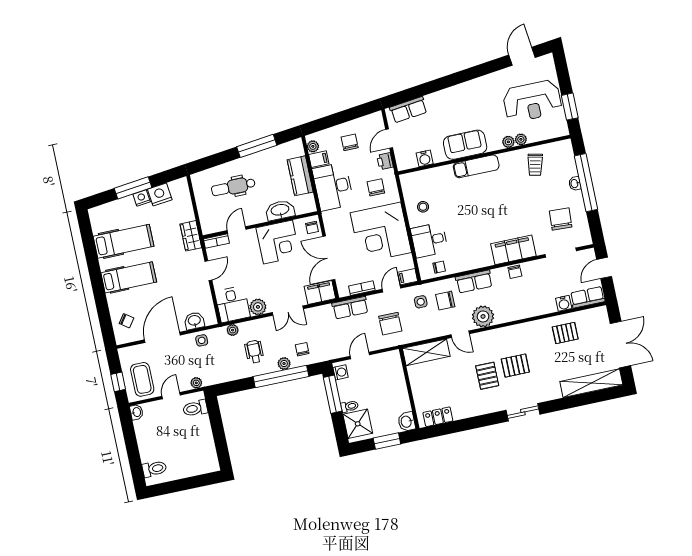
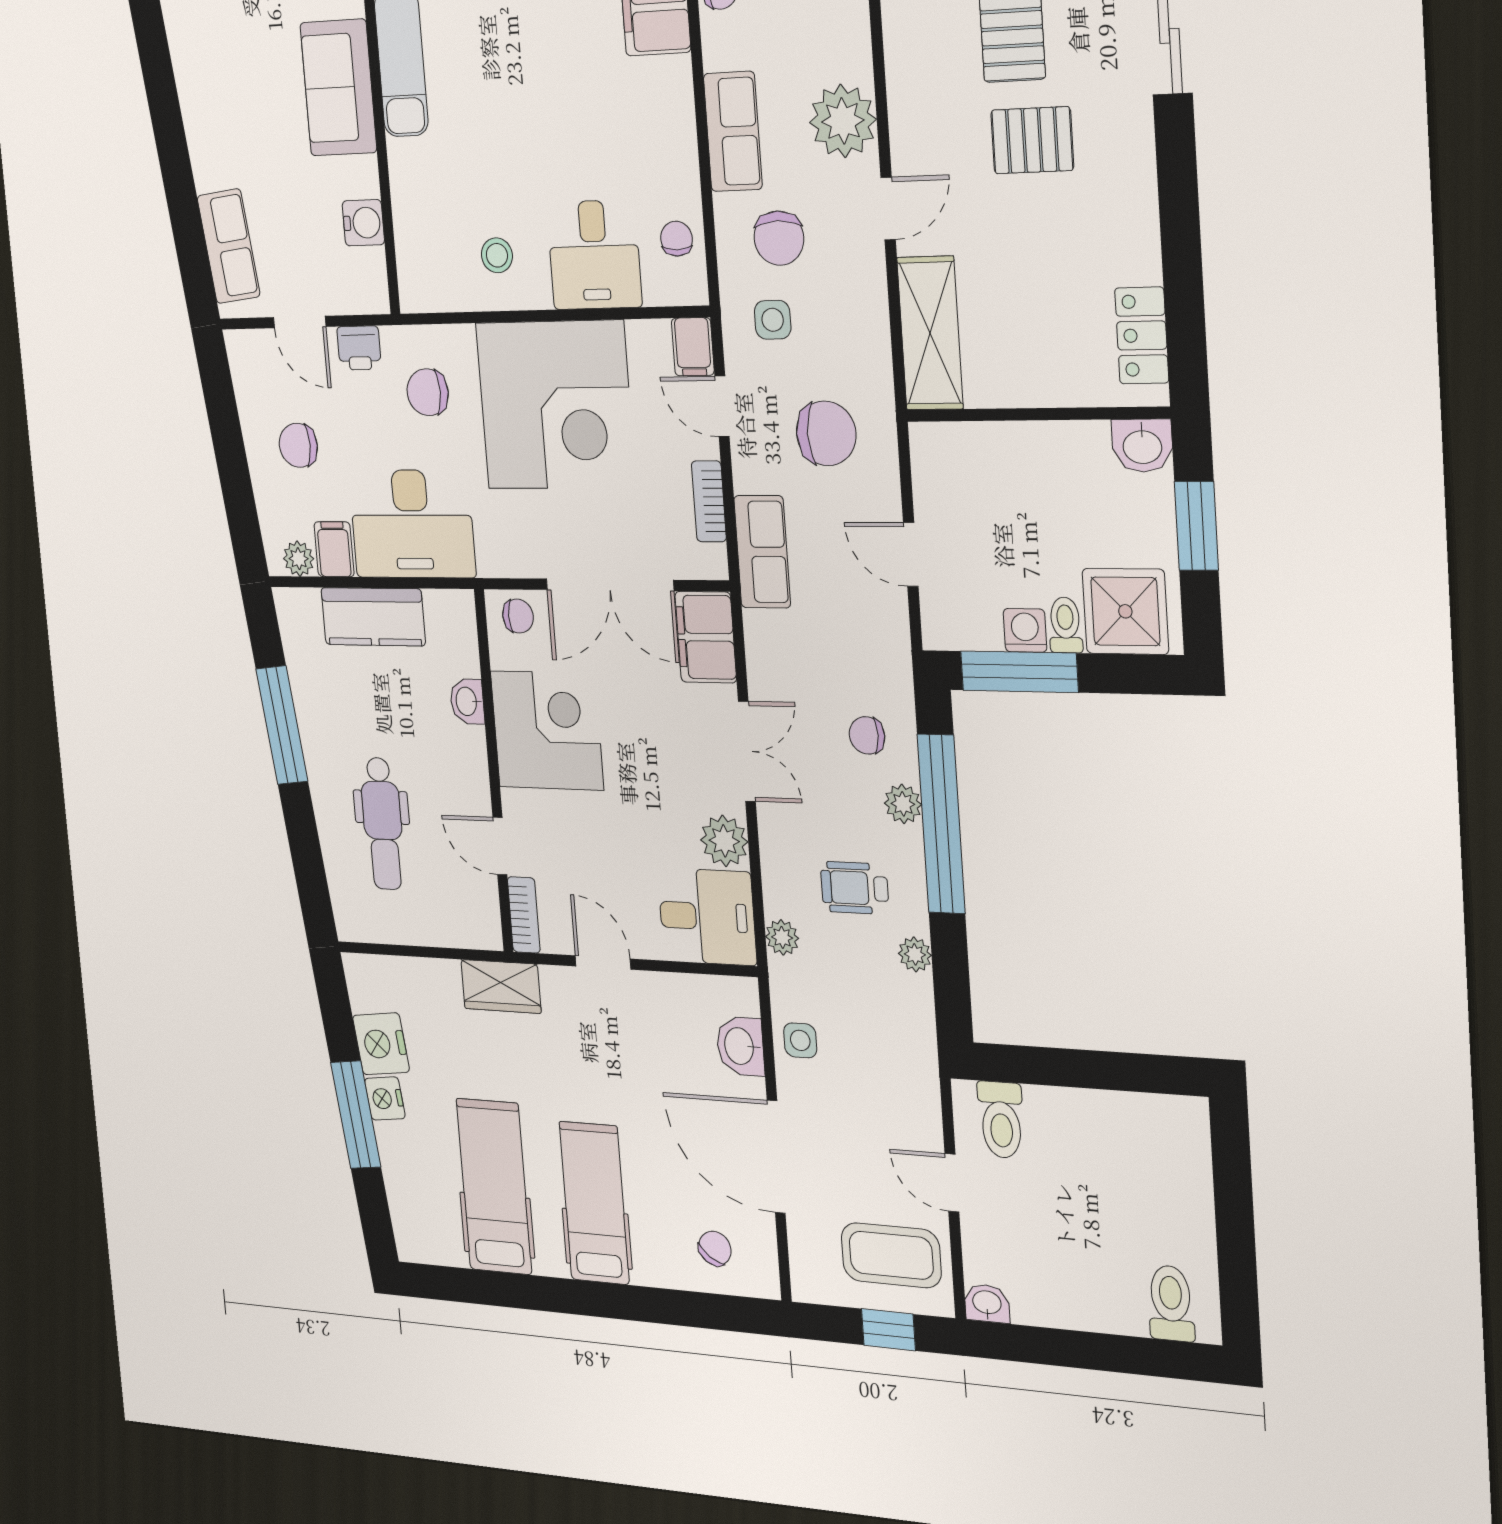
washbasin: (280, 210) -> (467, 701), width x0.52, depth x0.69
washing machine: (341, 372) -> (1025, 630), moved
plant: (196, 383) -> (915, 954), moved

